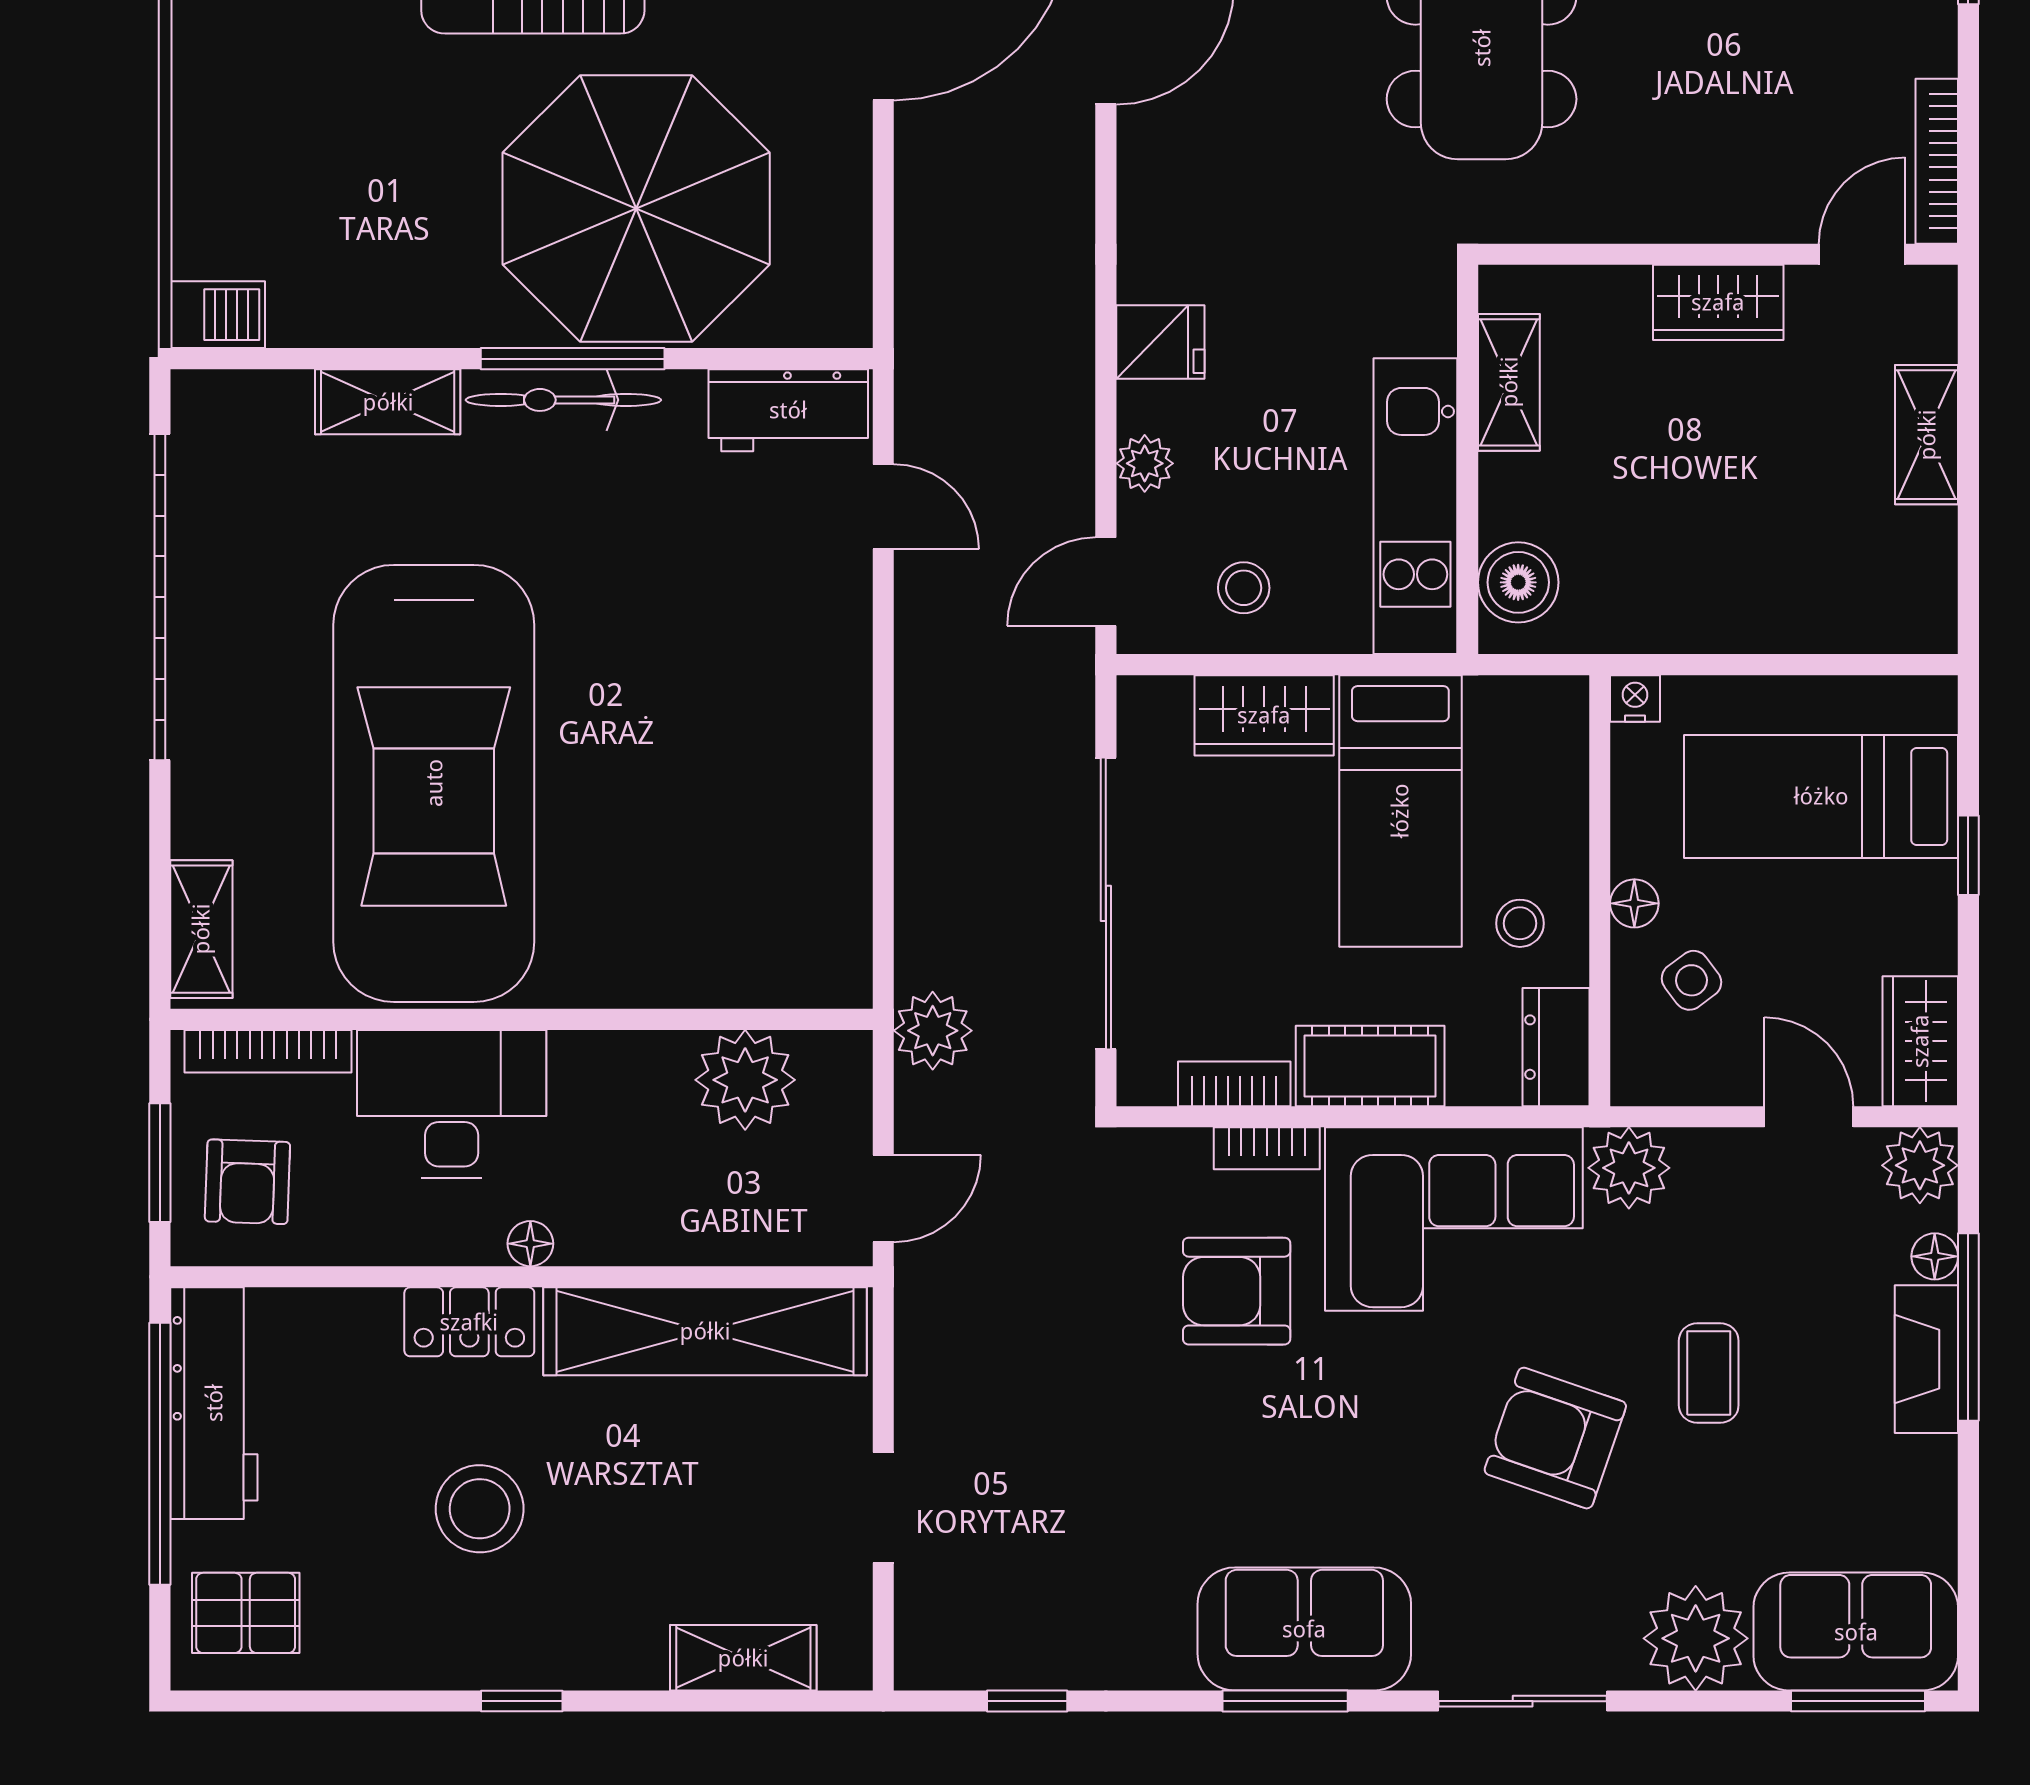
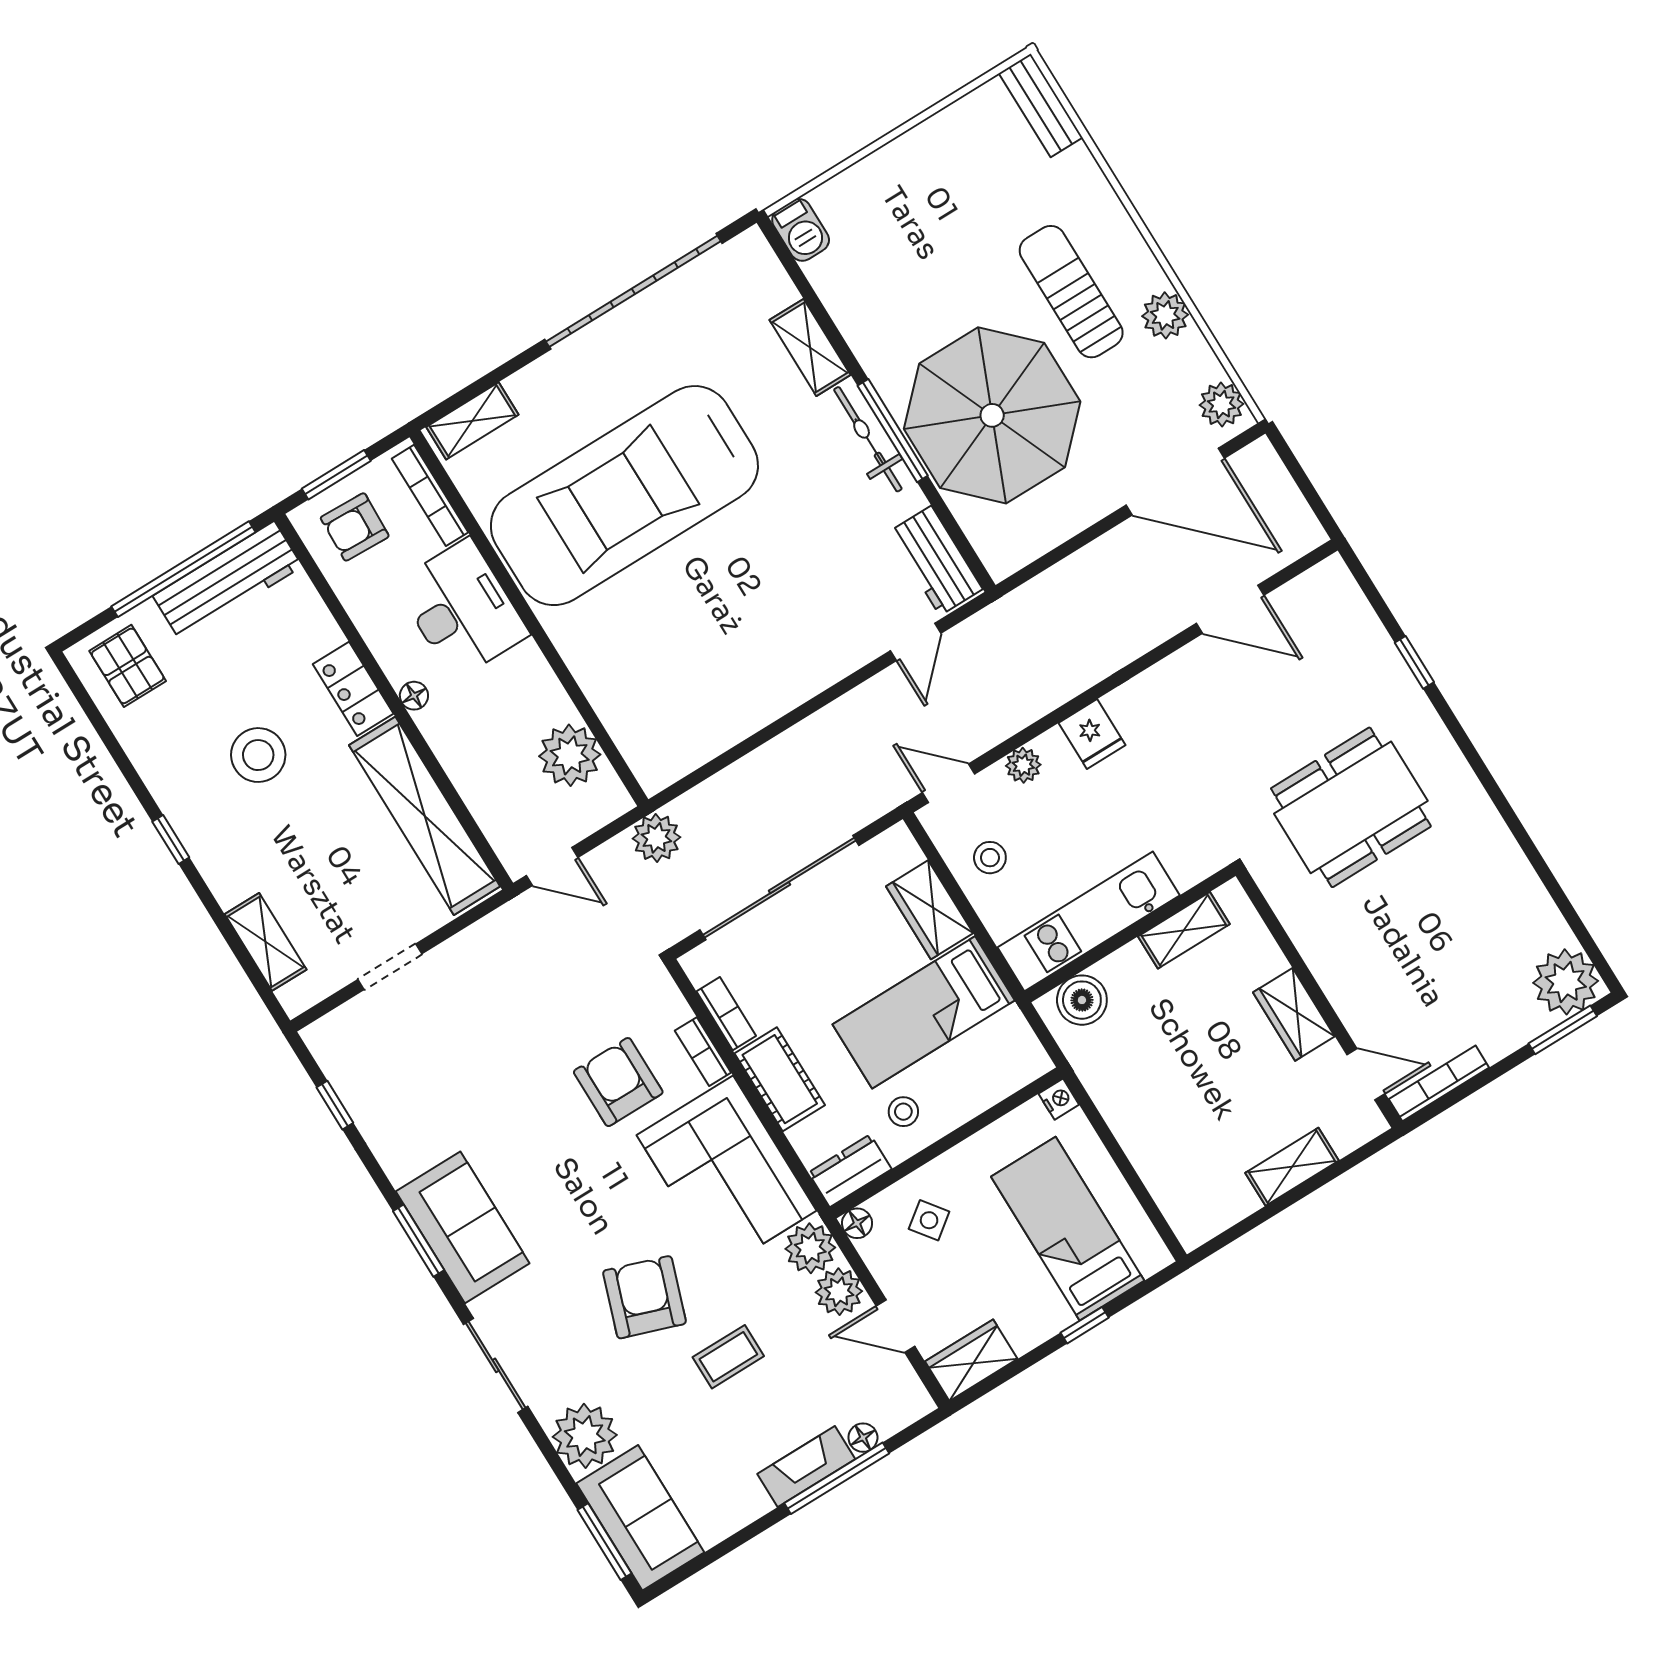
floor lamp: (1634, 903) -> (857, 1223), moved
door: (1809, 1117) -> (895, 1326), swing flipped
plant: (1920, 1165) -> (839, 1292), moved

